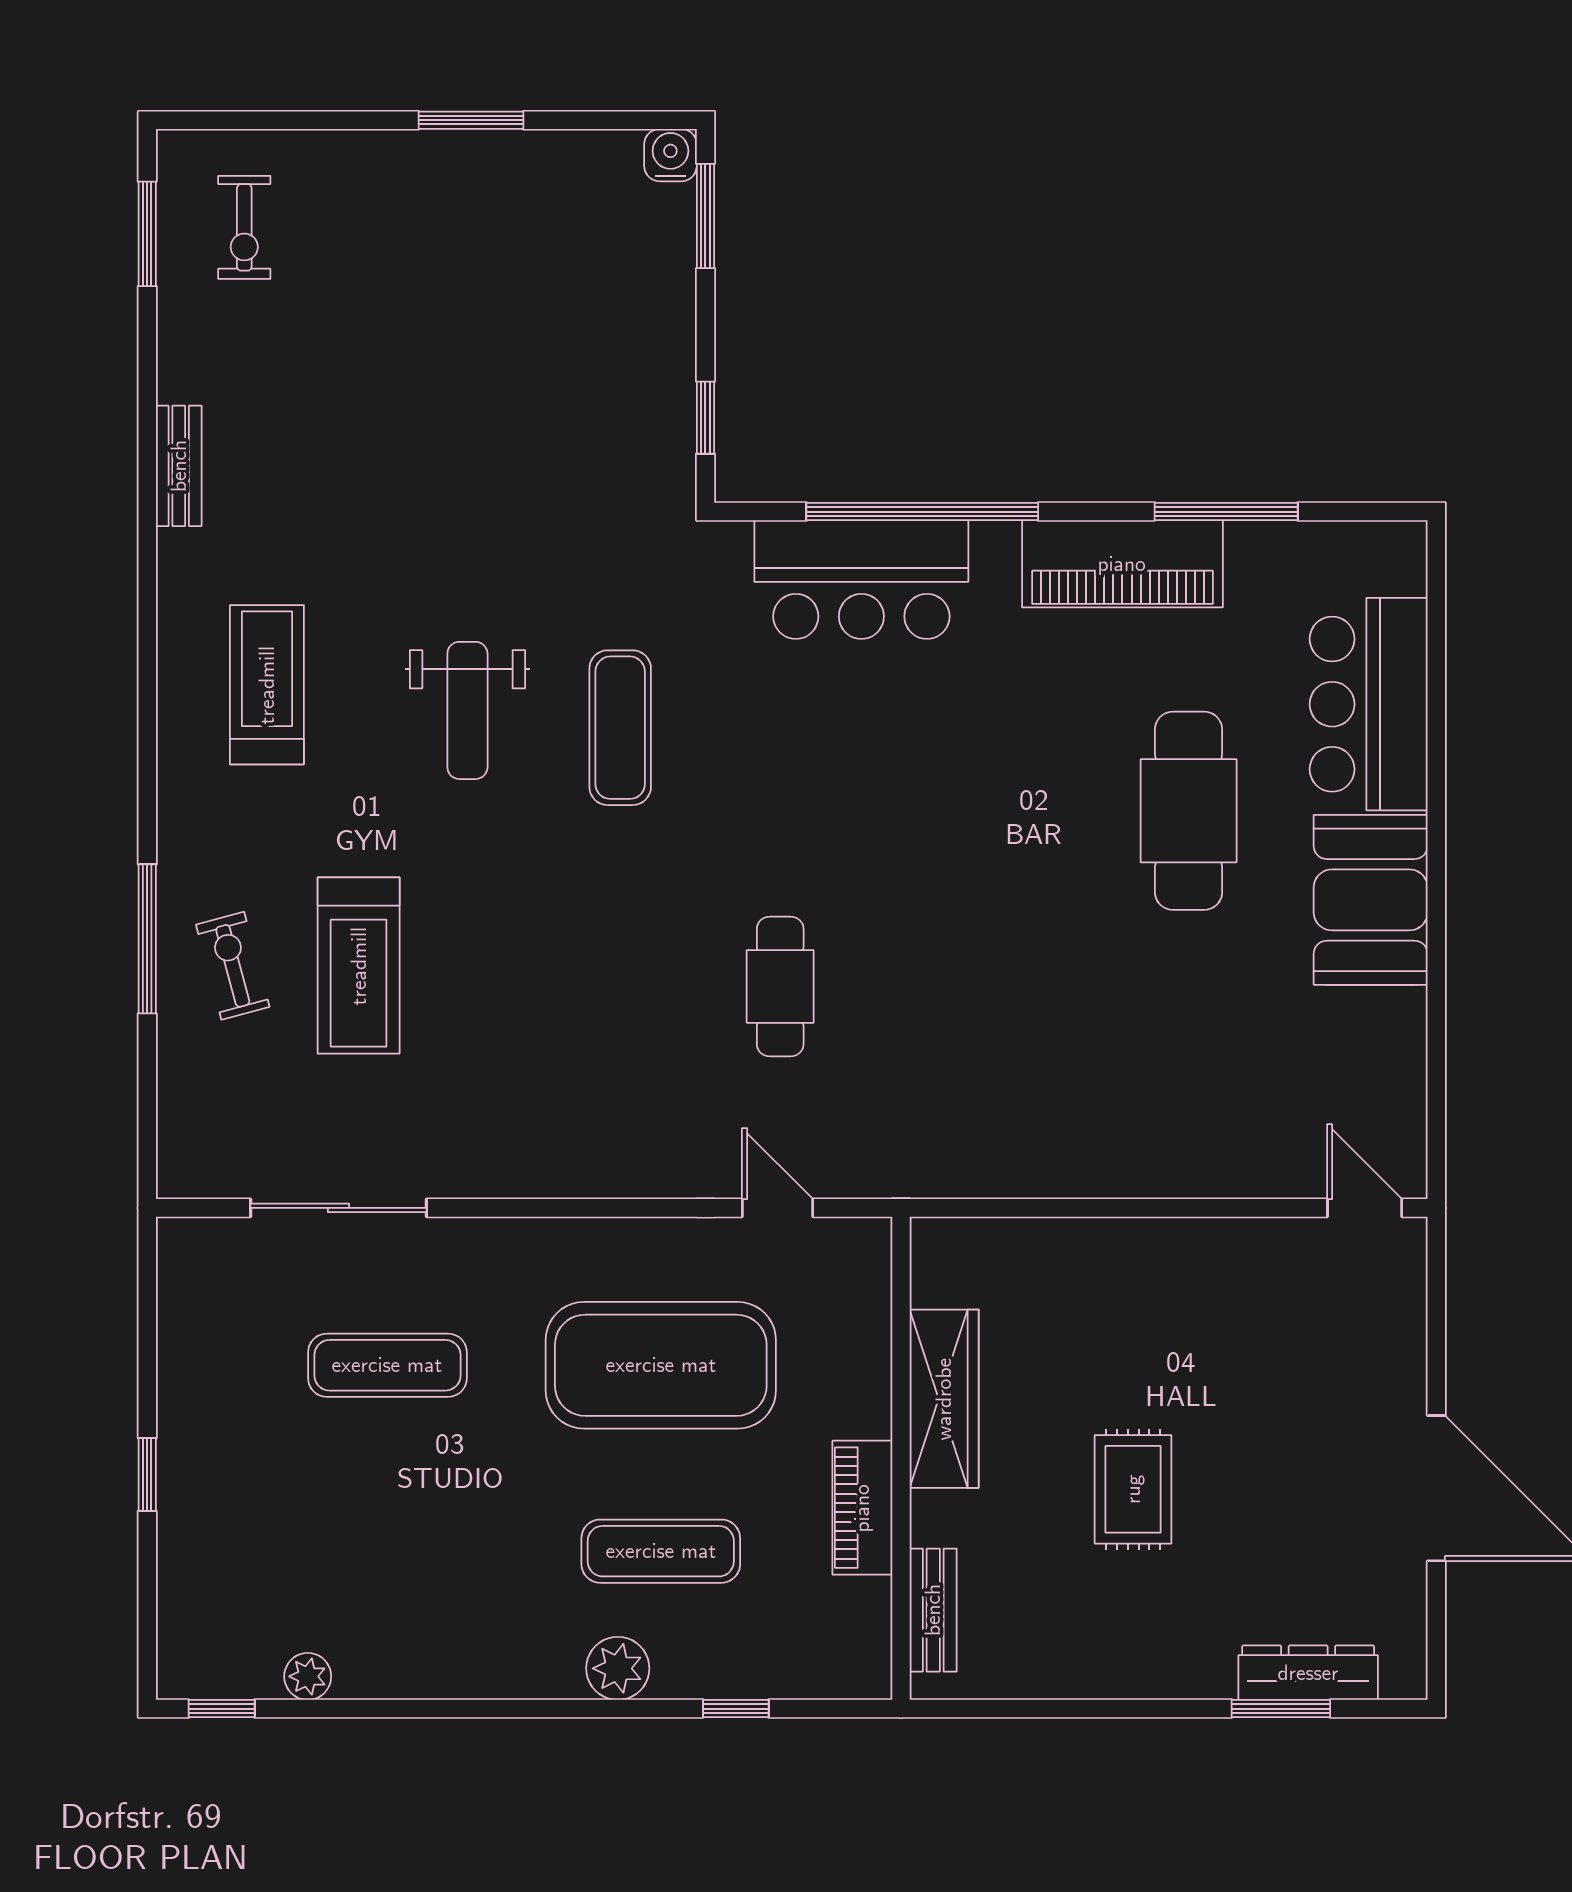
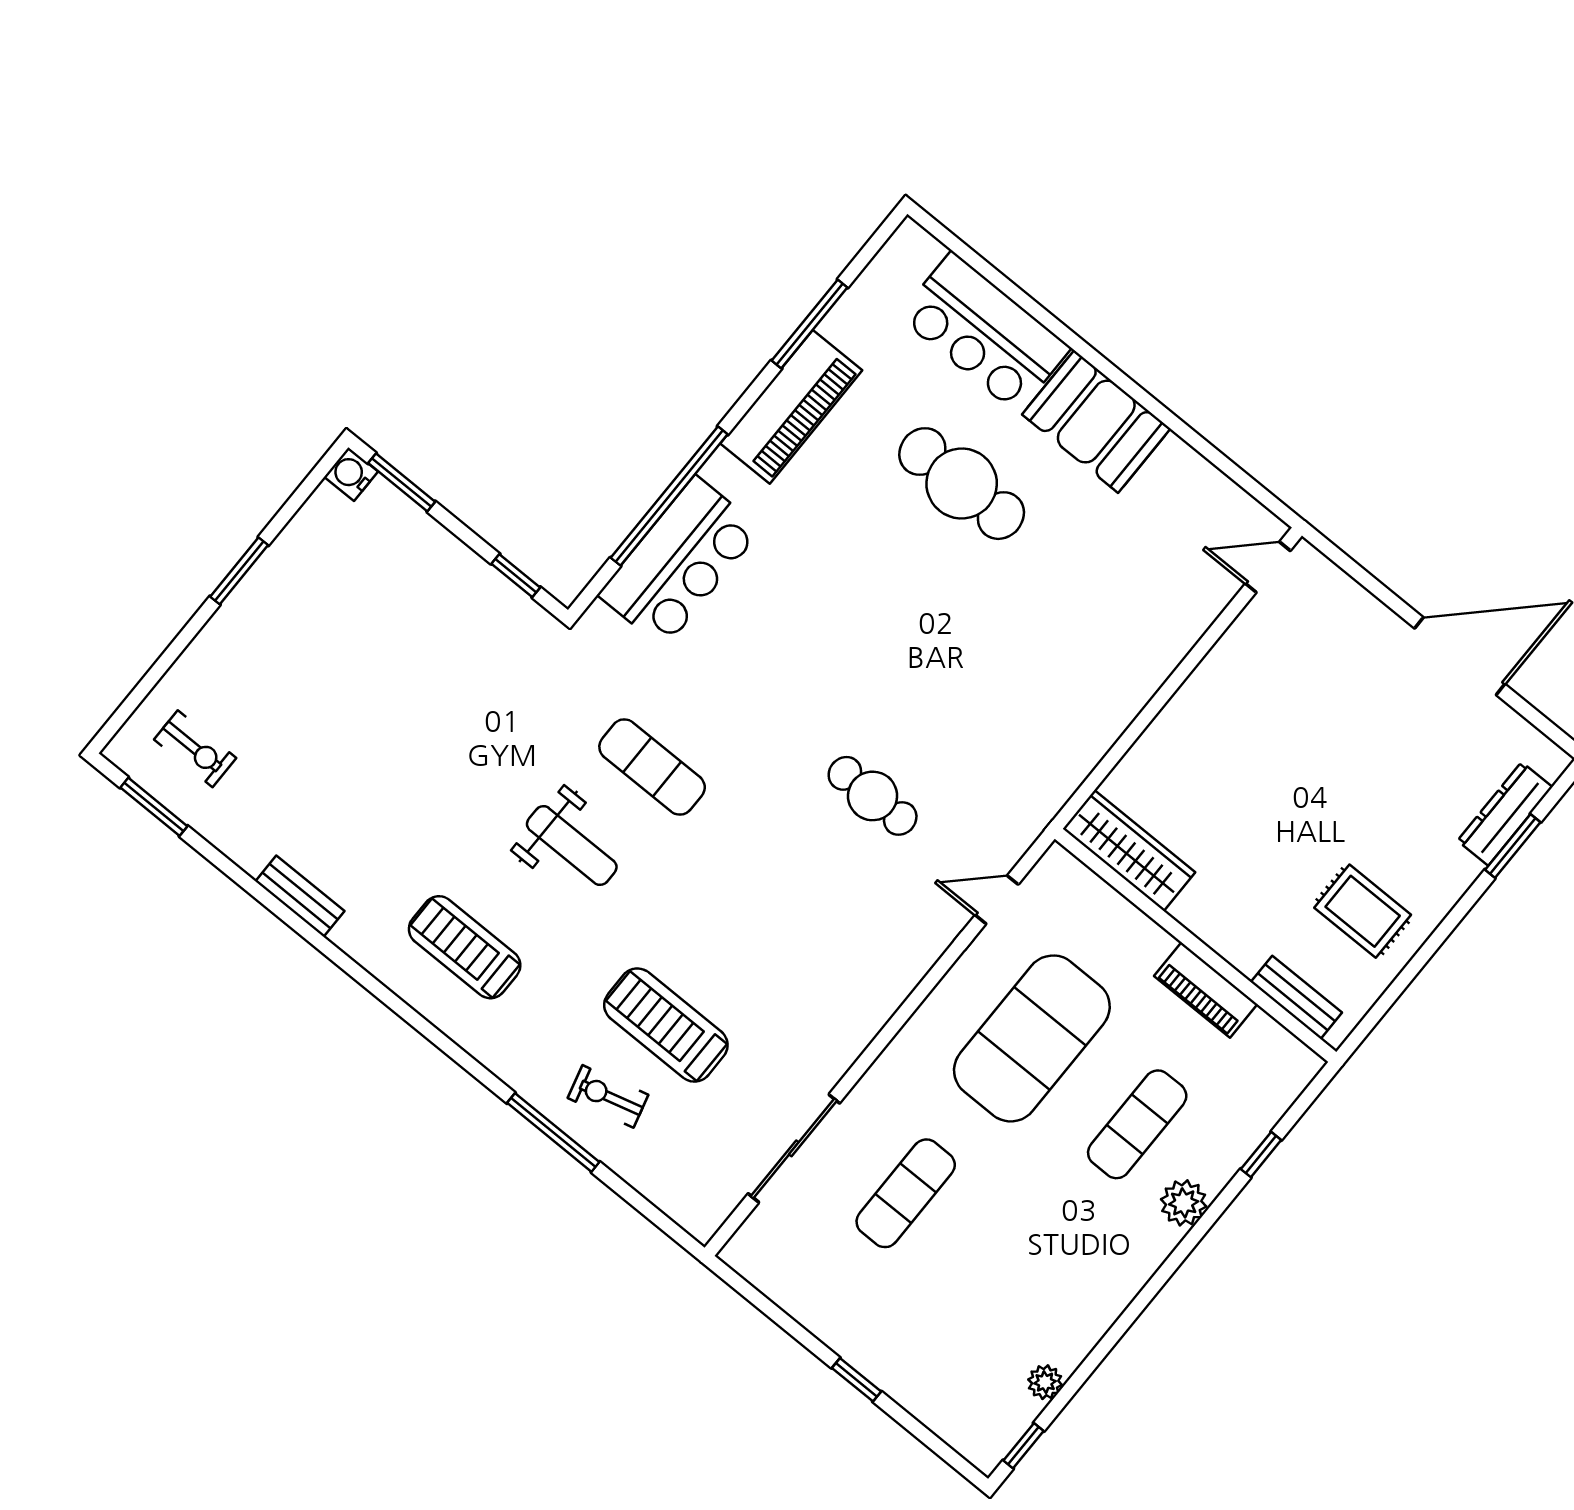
treadmill: (359, 966) -> (666, 1025), turned 180
wardrobe: (944, 1399) -> (1129, 850), moved
rug: (1133, 1489) -> (1363, 911), moved

